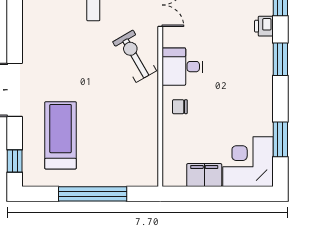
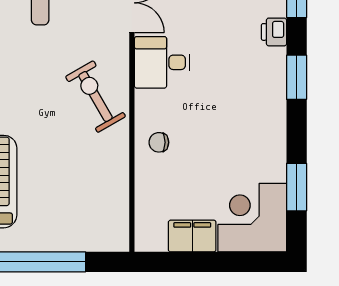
exercise bike: (135, 56) -> (95, 97), moved
desk: (182, 67) -> (162, 62), moved

